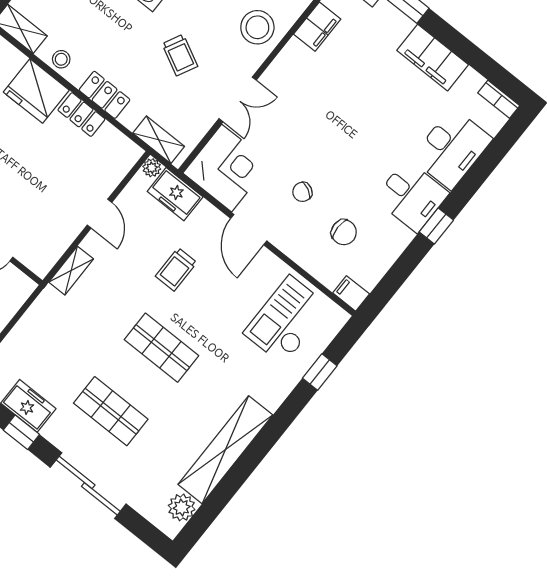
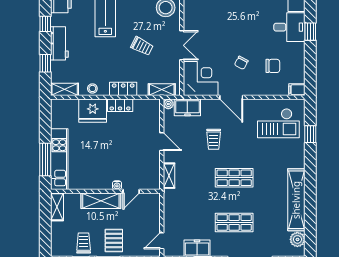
checkout: (286, 320) -> (278, 123), turned -90

